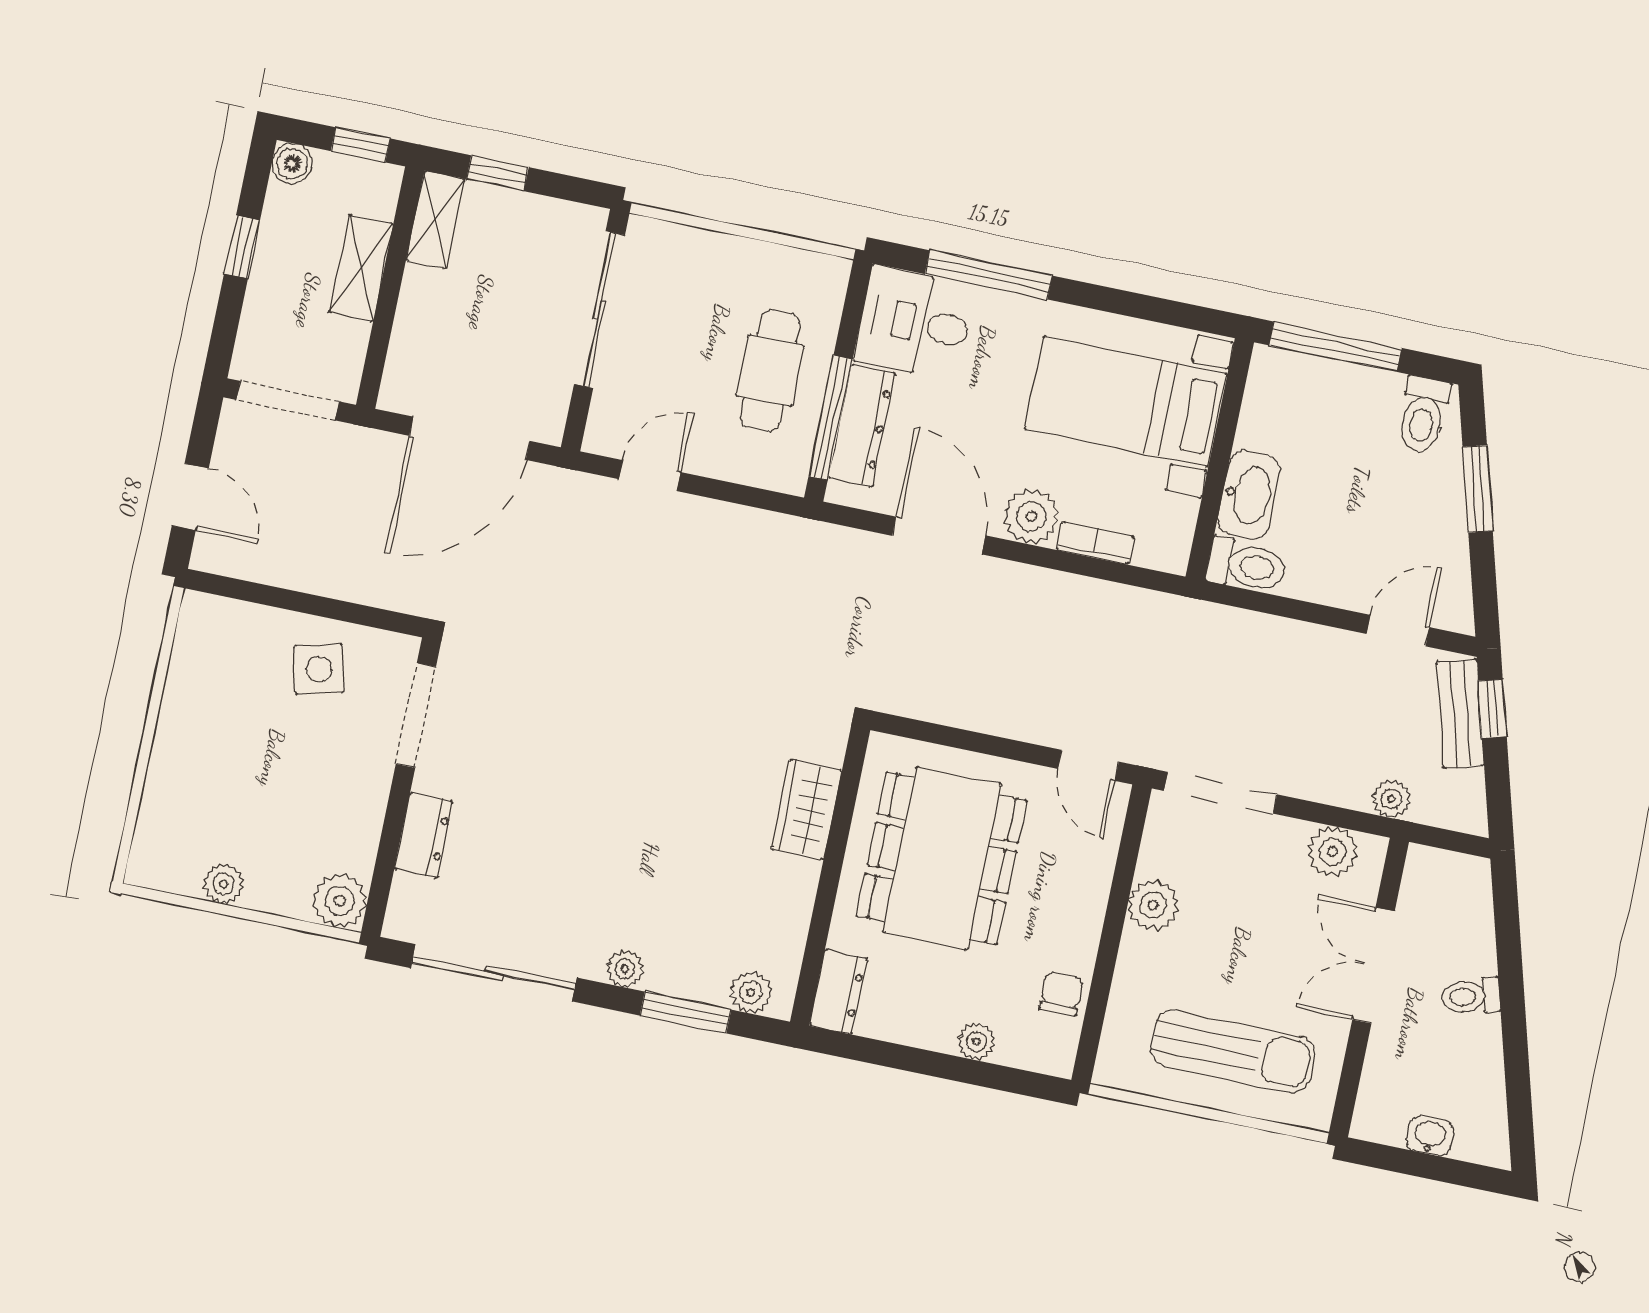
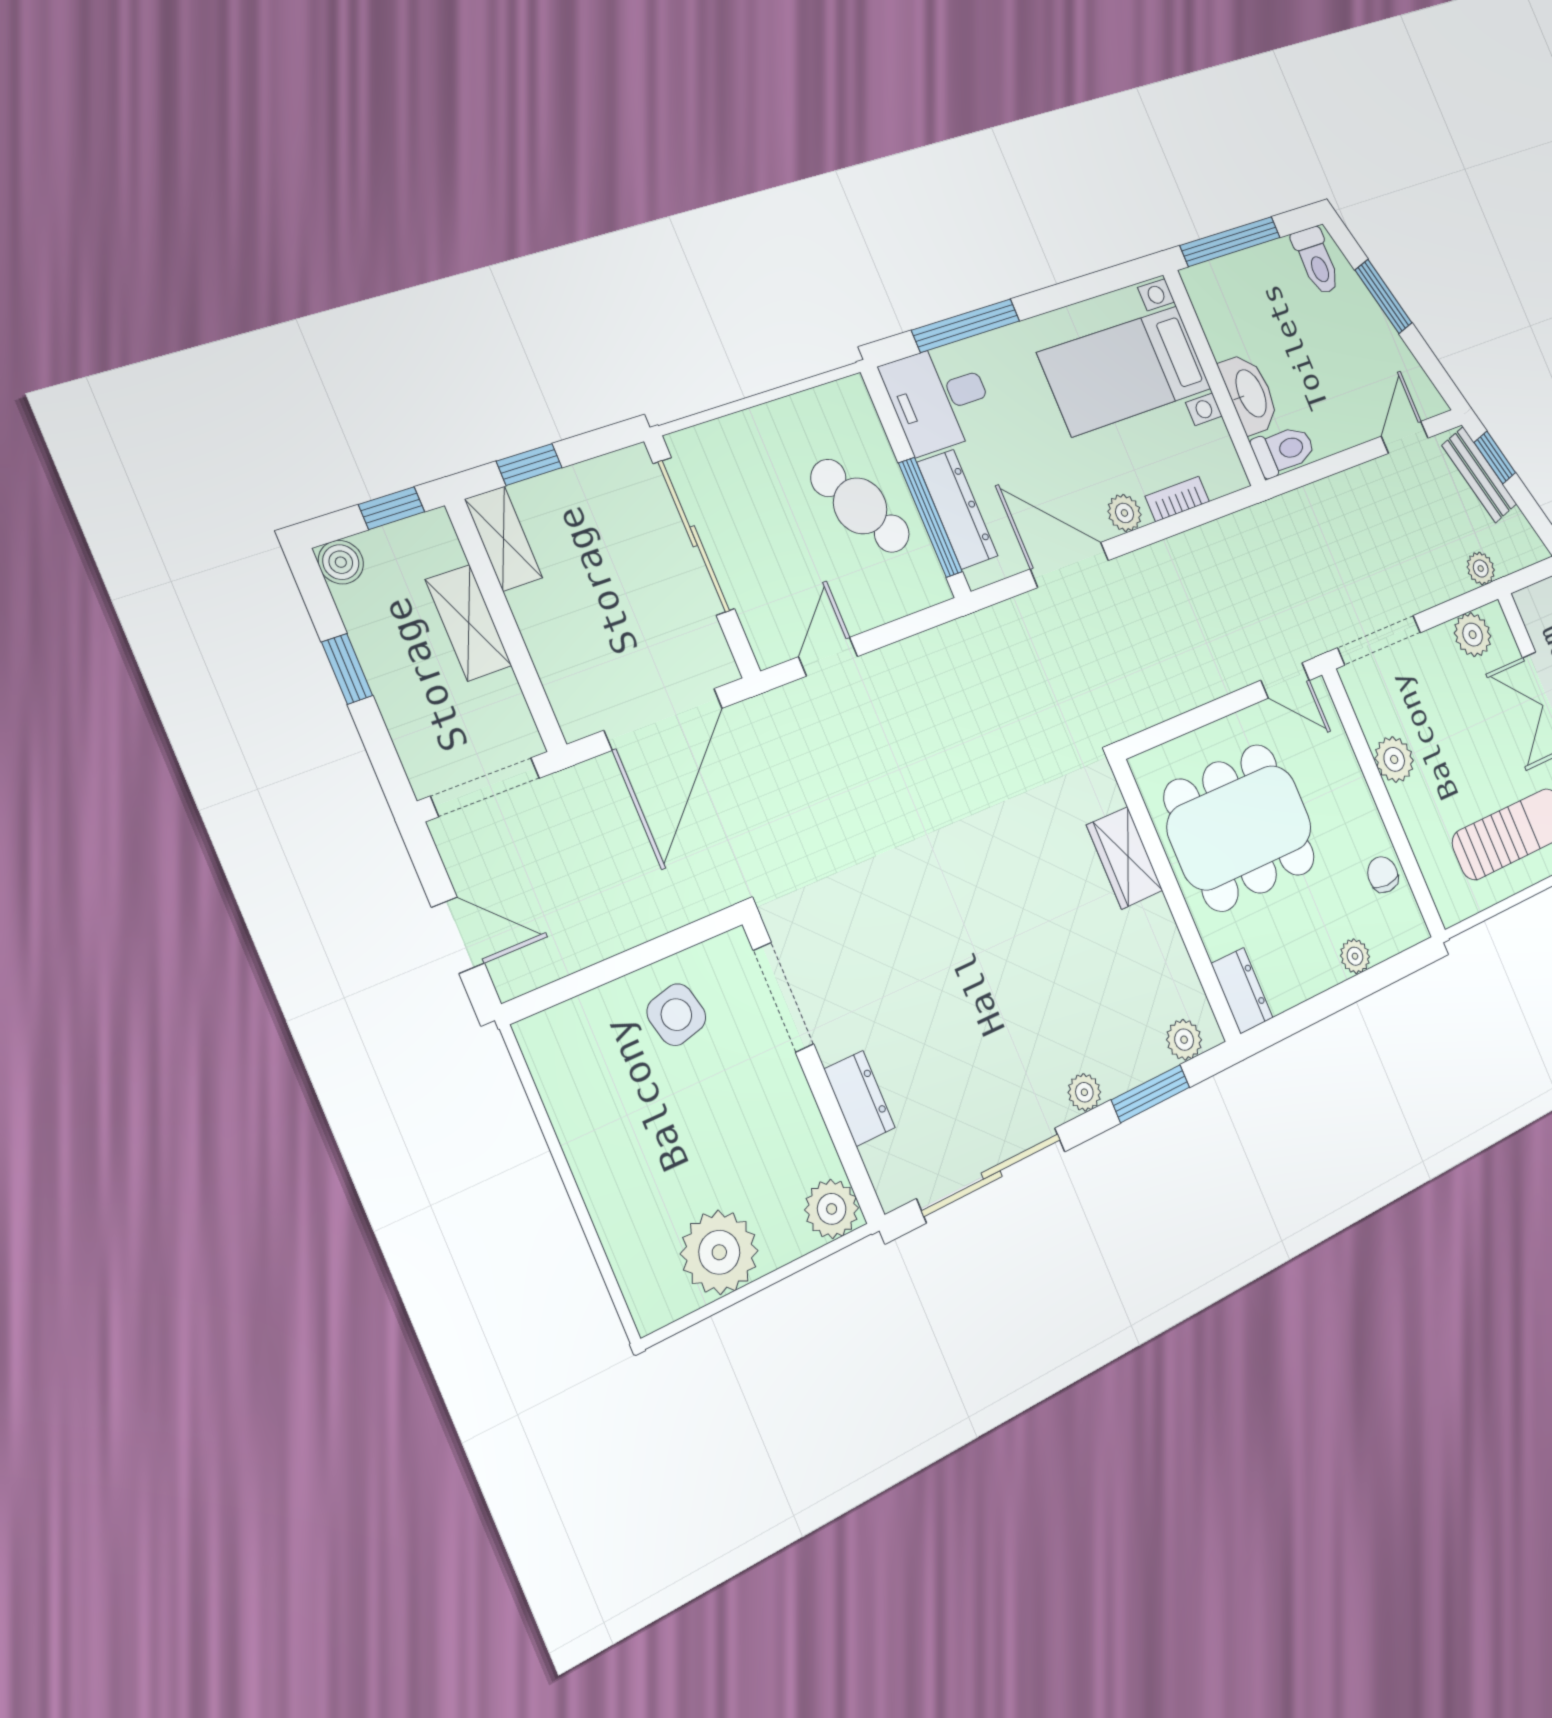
cafe table: (770, 371) -> (860, 506), turned -30
plant: (1031, 516) -> (1124, 513), width x0.73, depth x0.73
dining table: (942, 858) -> (1240, 827), turned 90
plant: (224, 884) -> (719, 1252), width x1.87, depth x1.87

